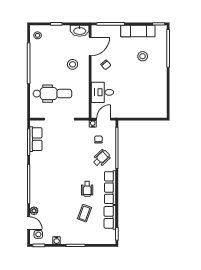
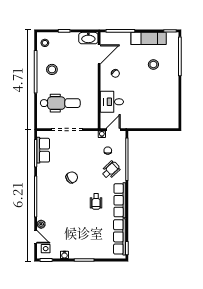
stool: (73, 64) -> (52, 69), moved
chair: (64, 165) -> (72, 177), added
coffee table: (85, 213) -> (93, 227), removed
row of seats: (110, 217) -> (120, 237), width x1.48

